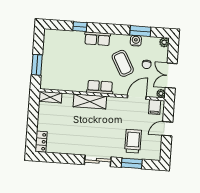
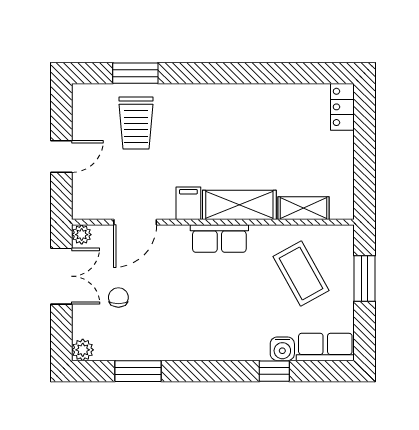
row of seats: (97, 39) -> (325, 347), moved
water cooler: (136, 41) -> (282, 349), moved
coffee table: (123, 63) -> (301, 273), moved
shelving: (50, 97) -> (303, 208), moved
filing cabinet: (155, 107) -> (188, 203), moved
sliding door: (98, 161) -> (212, 73), removed

